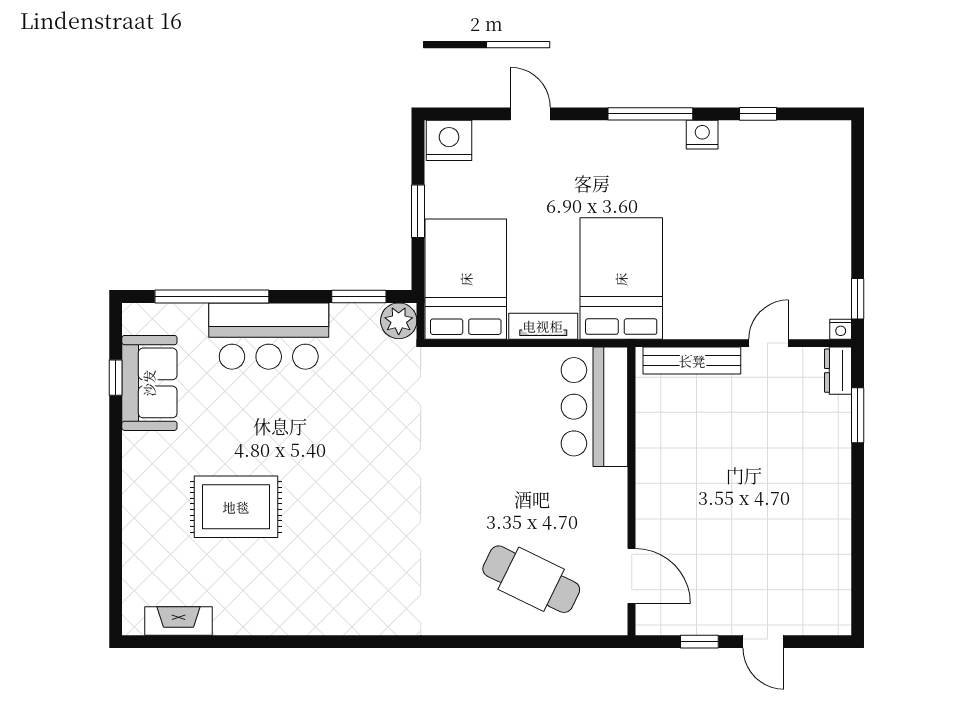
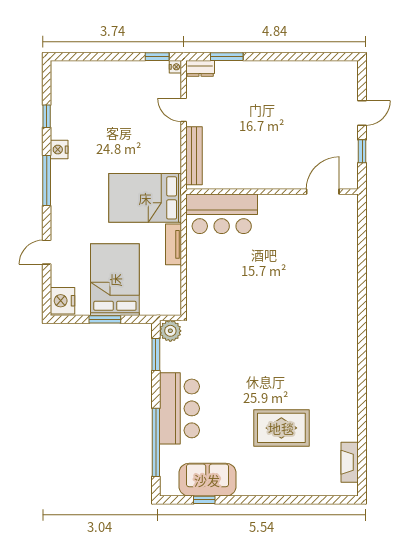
bed: (466, 279) -> (115, 280), moved, turned 90
rug: (236, 507) -> (281, 428), turned 90
cafe table: (531, 579) -> (325, 252), removed

